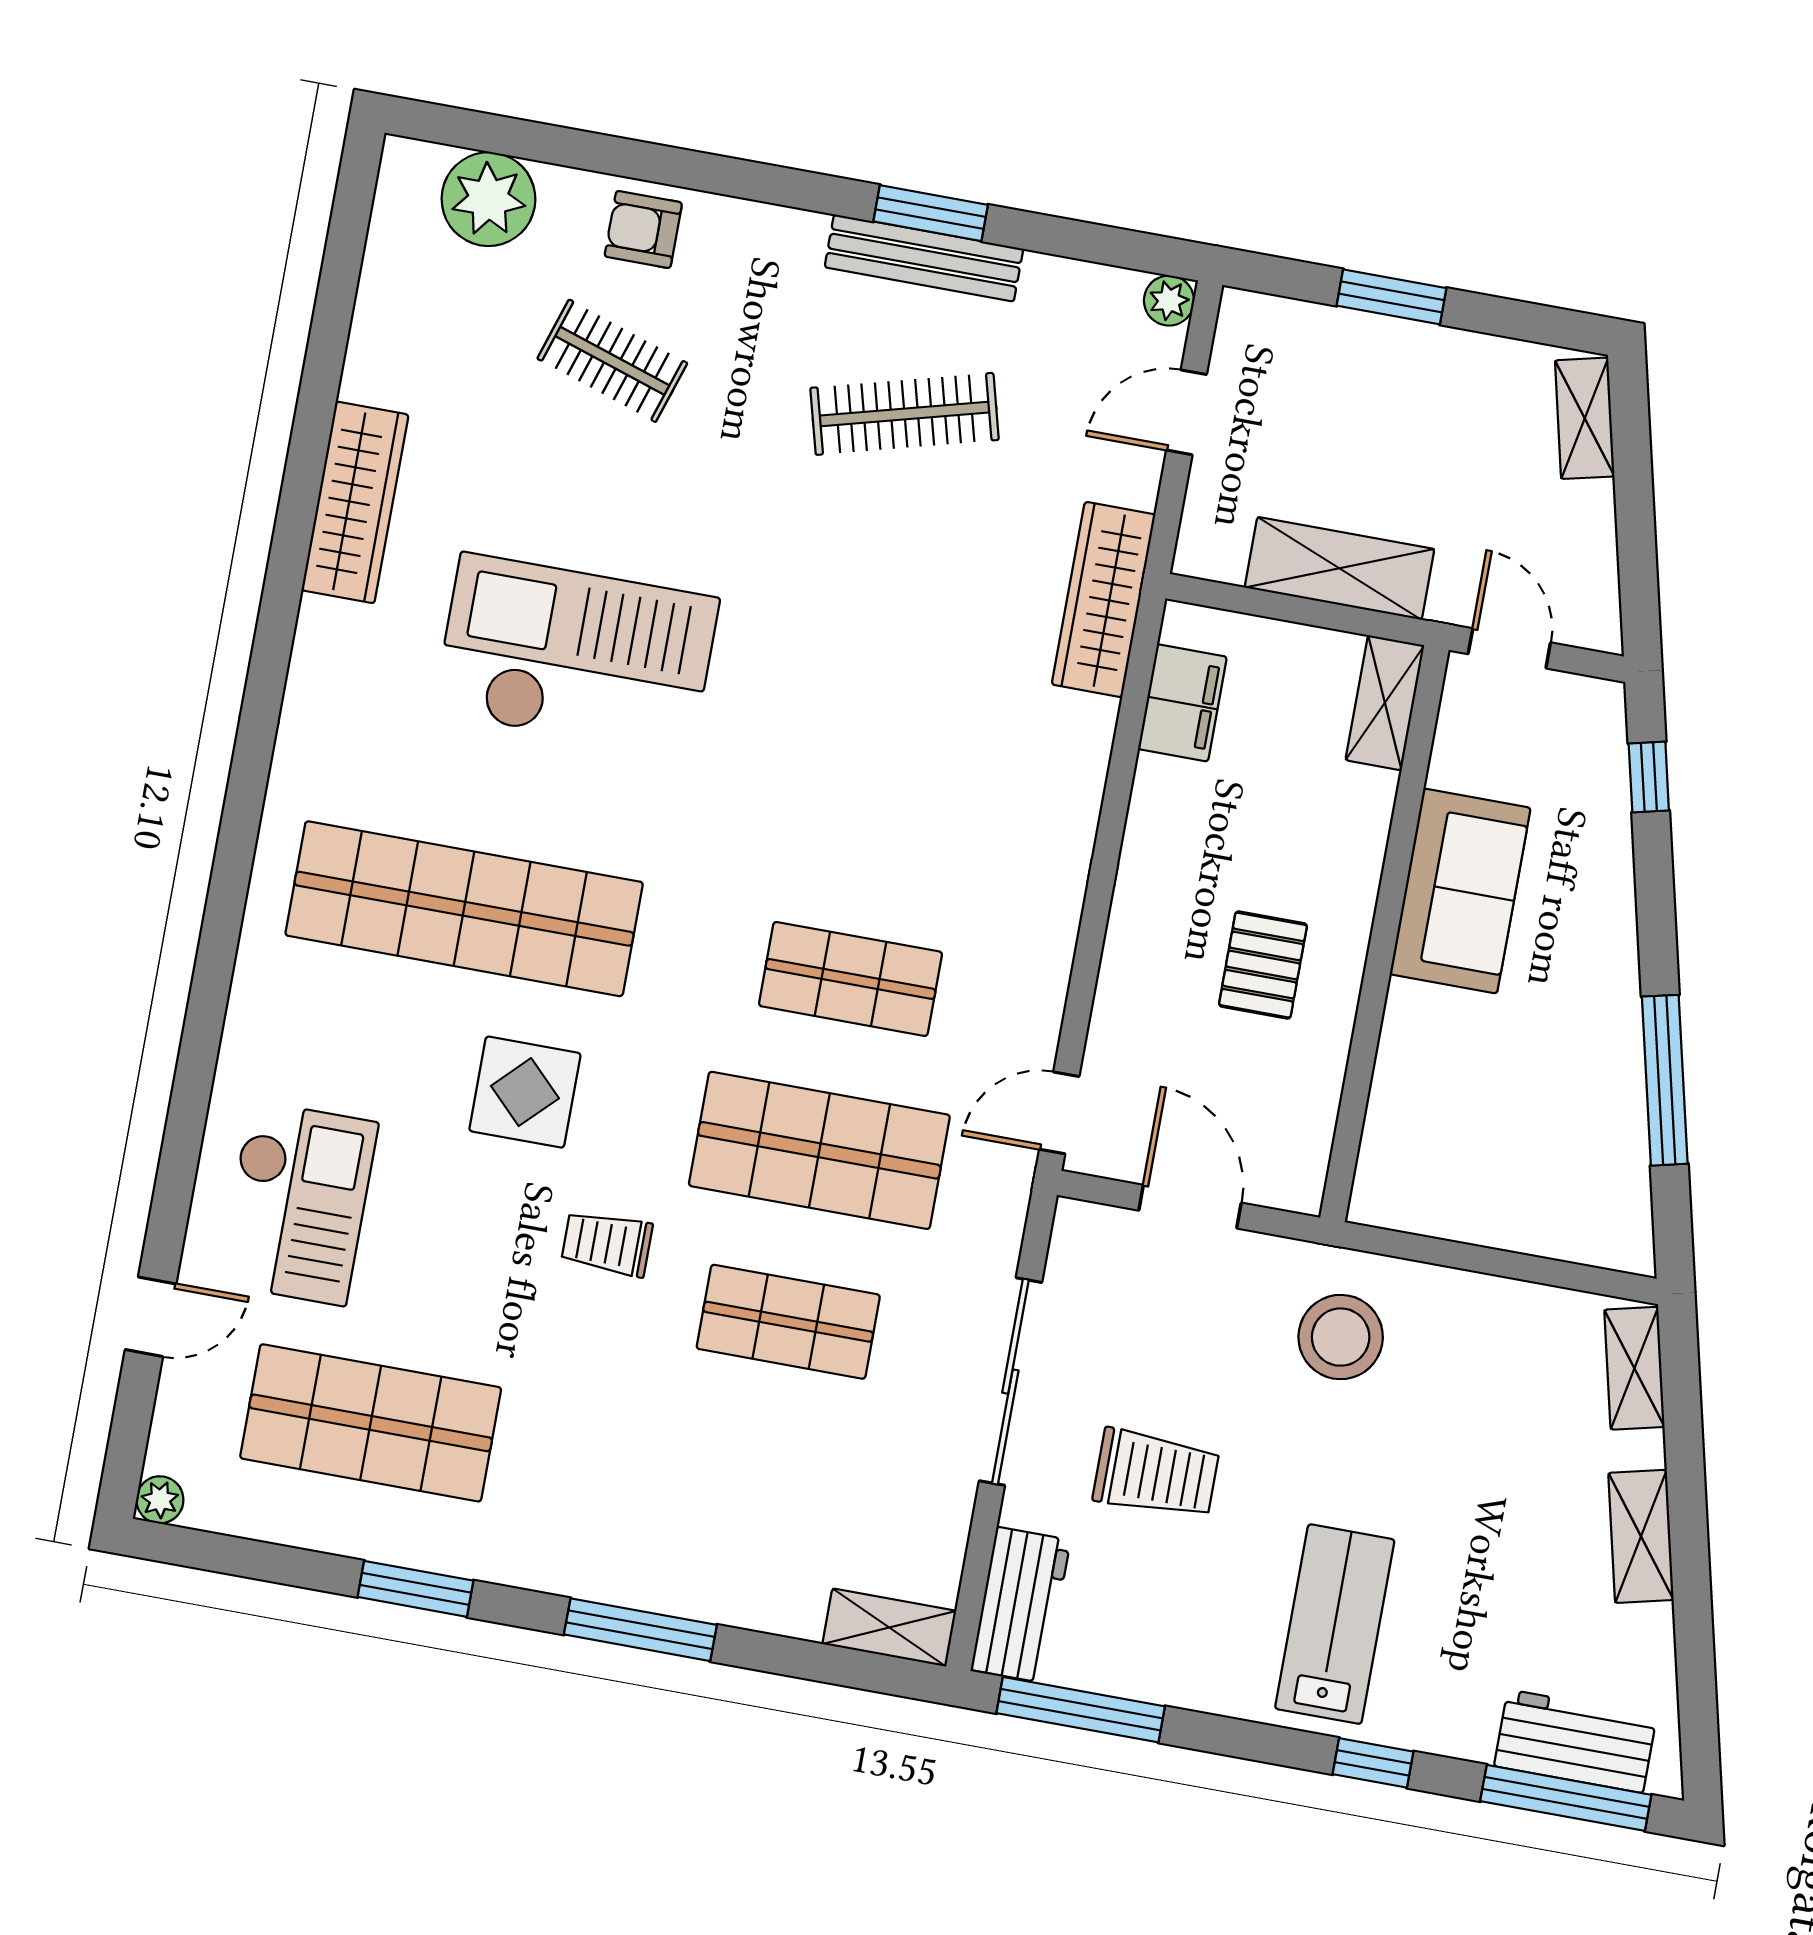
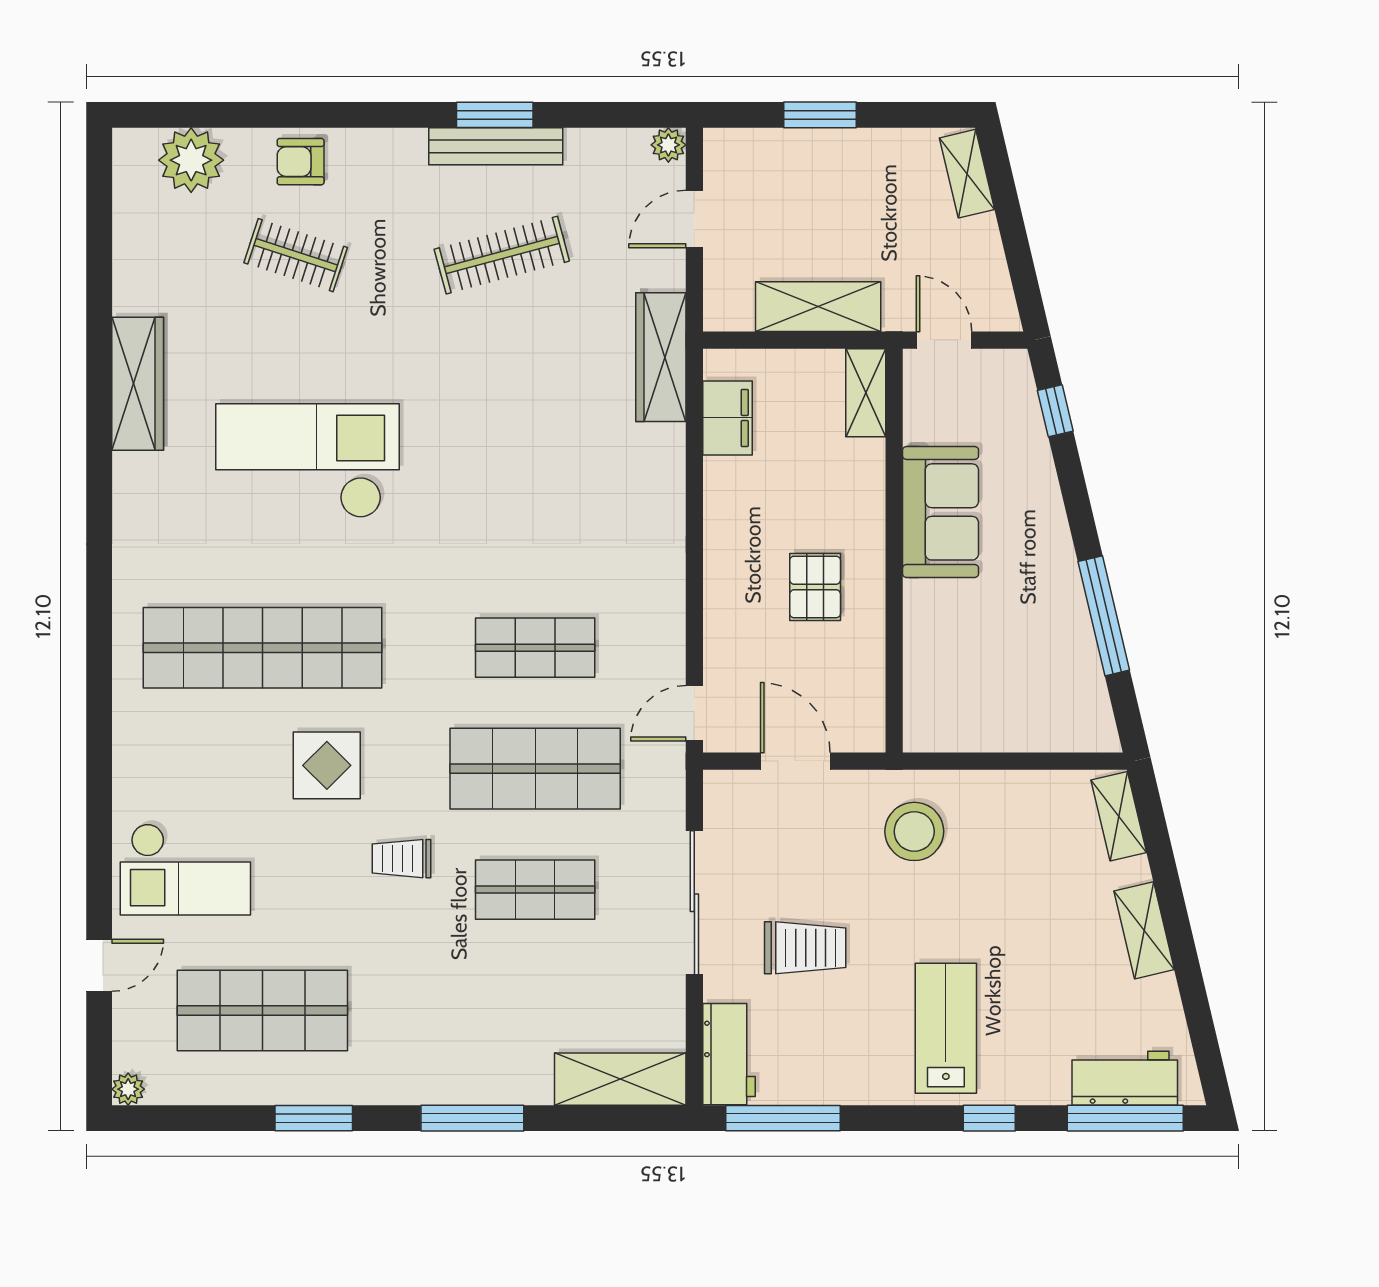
checkout: (298, 1203) -> (185, 869), turned 90
shelving: (889, 1627) -> (620, 1079), width x1.50, depth x1.33

